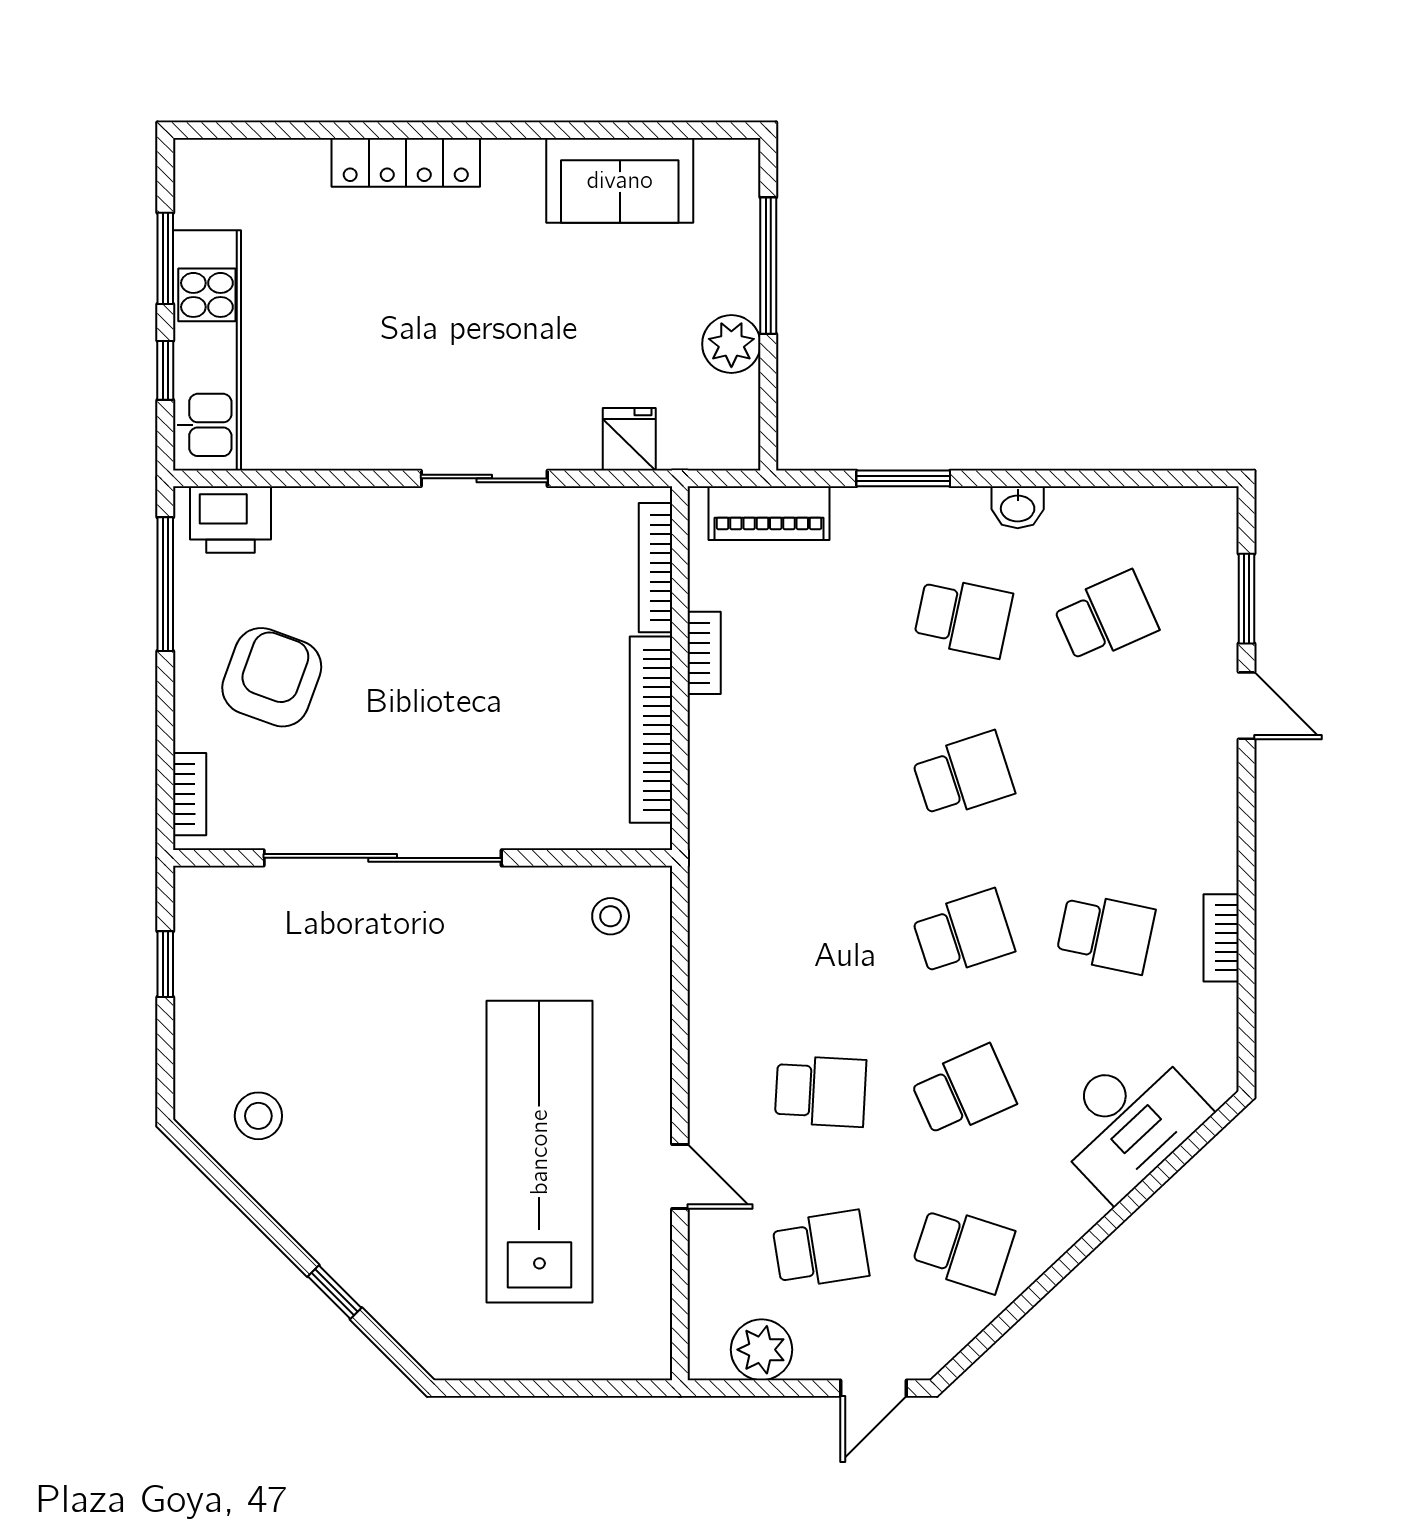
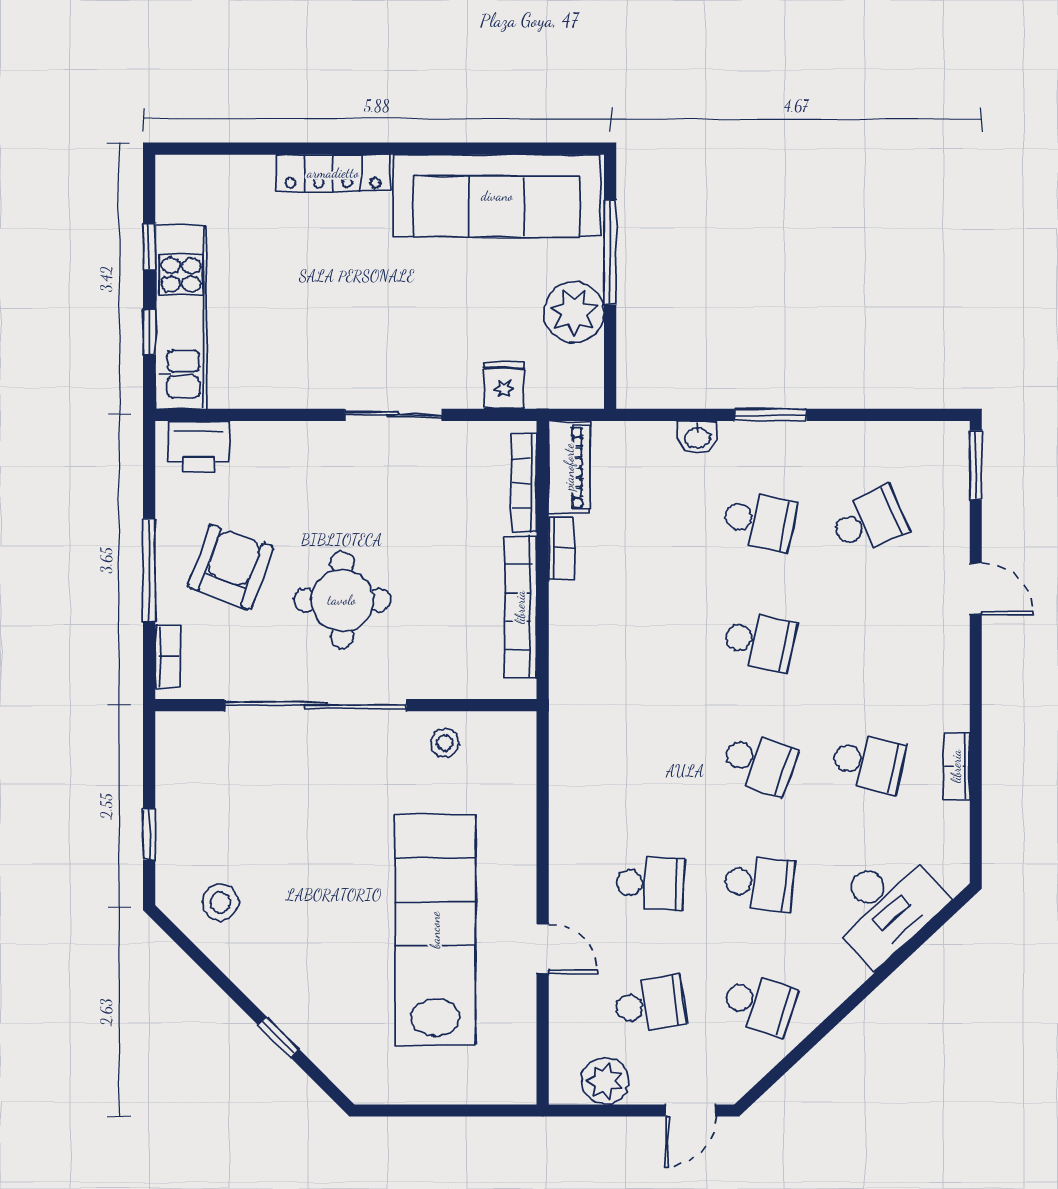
sofa: (620, 180) -> (497, 196), width x1.85, depth x1.27
window: (165, 258) -> (149, 247), width x0.67
plant: (731, 344) -> (574, 312), width x1.36, depth x1.36
window: (903, 478) -> (770, 415), moved
washbasin: (1018, 507) -> (697, 437), moved
piano: (769, 513) -> (569, 467), moved, turned -90
window: (165, 584) -> (149, 570), moved
window: (1246, 599) -> (976, 465), moved
round table: (418, 721) -> (342, 600), added
school desk: (963, 775) -> (759, 642), turned 30
stool: (611, 916) -> (445, 743), moved
school desk: (963, 933) -> (759, 763), turned 39
window: (165, 964) -> (149, 835), moved
school desk: (963, 1091) -> (759, 884), turned 30

